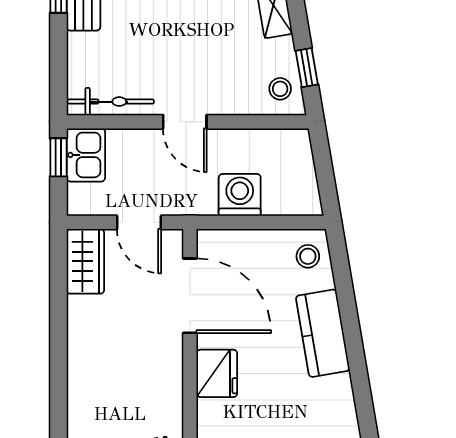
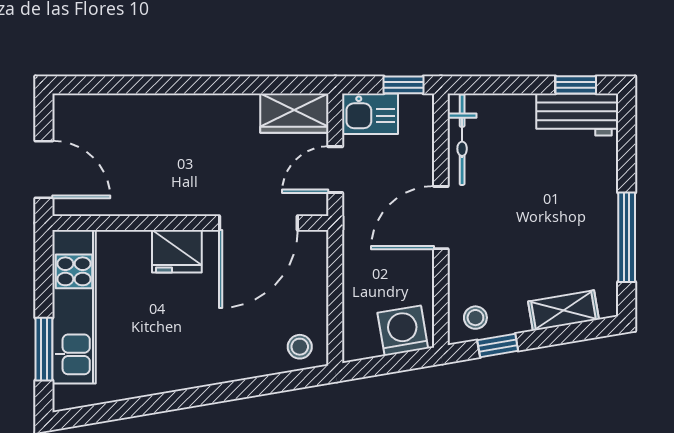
door: (185, 122) -> (441, 218), width x1.38
kitchen sink: (86, 155) -> (370, 114), moved
washing machine: (240, 195) -> (403, 331), moved, turned -100
kitchen counter: (323, 333) -> (219, 362), removed

